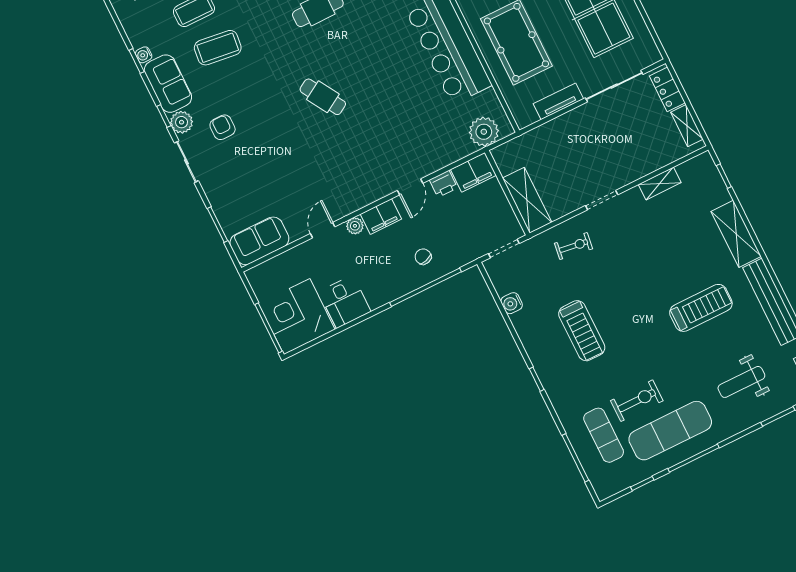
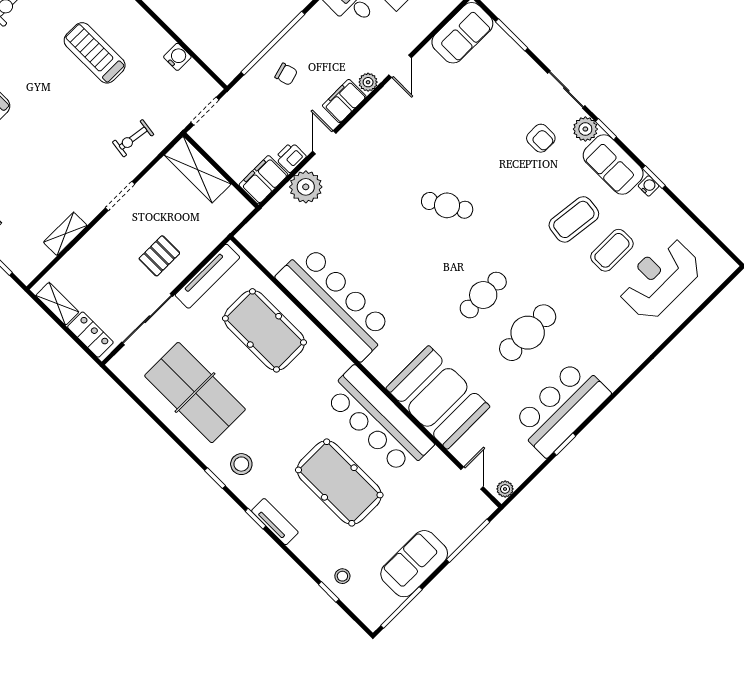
tv unit: (558, 101) -> (207, 276), width x1.41
plant: (484, 132) -> (306, 187), moved
pallet: (585, 137) -> (159, 256), added

